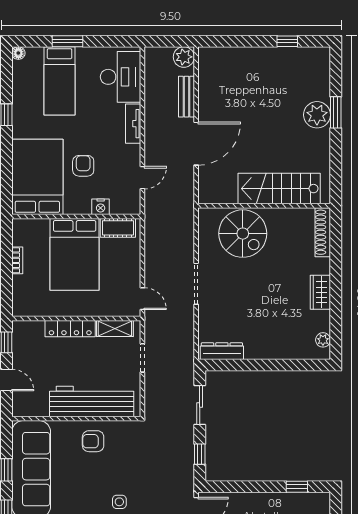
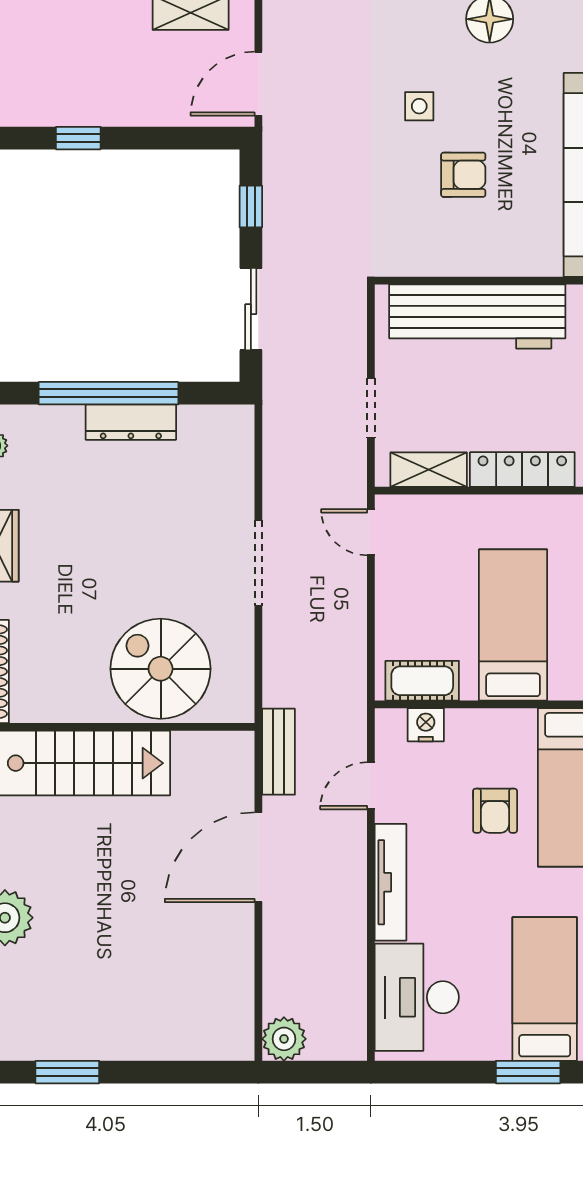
window: (287, 41) -> (67, 1072), width x1.50
bench: (186, 97) -> (279, 752), moved
tv unit: (133, 124) -> (390, 882), width x1.41
nightstand: (101, 207) -> (426, 725), moved
bed: (75, 254) -> (513, 625), width x0.67
dresser: (222, 351) -> (131, 422), moved
window: (268, 365) -> (109, 393), added
armchair: (93, 441) -> (463, 175), moved
window: (297, 487) -> (78, 138), moved

